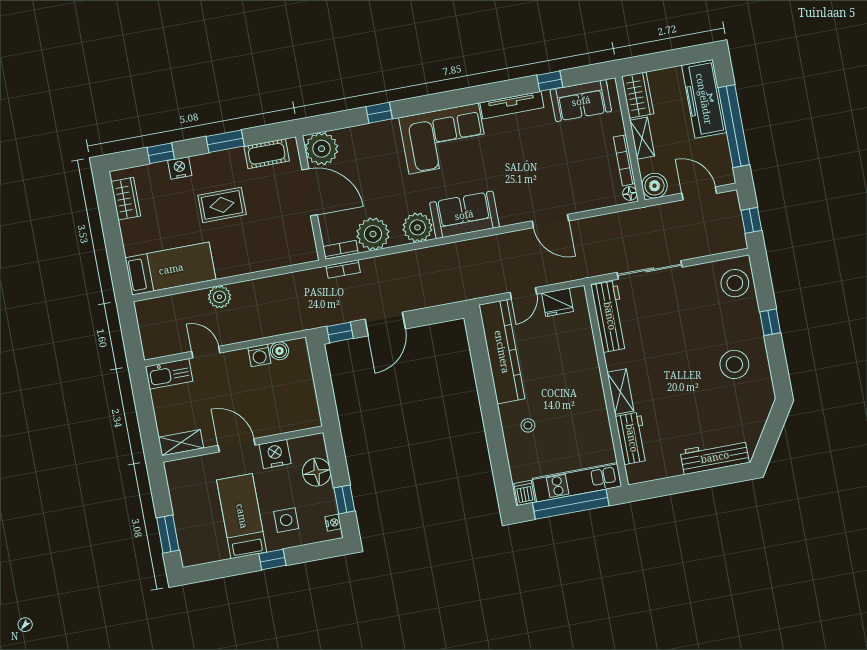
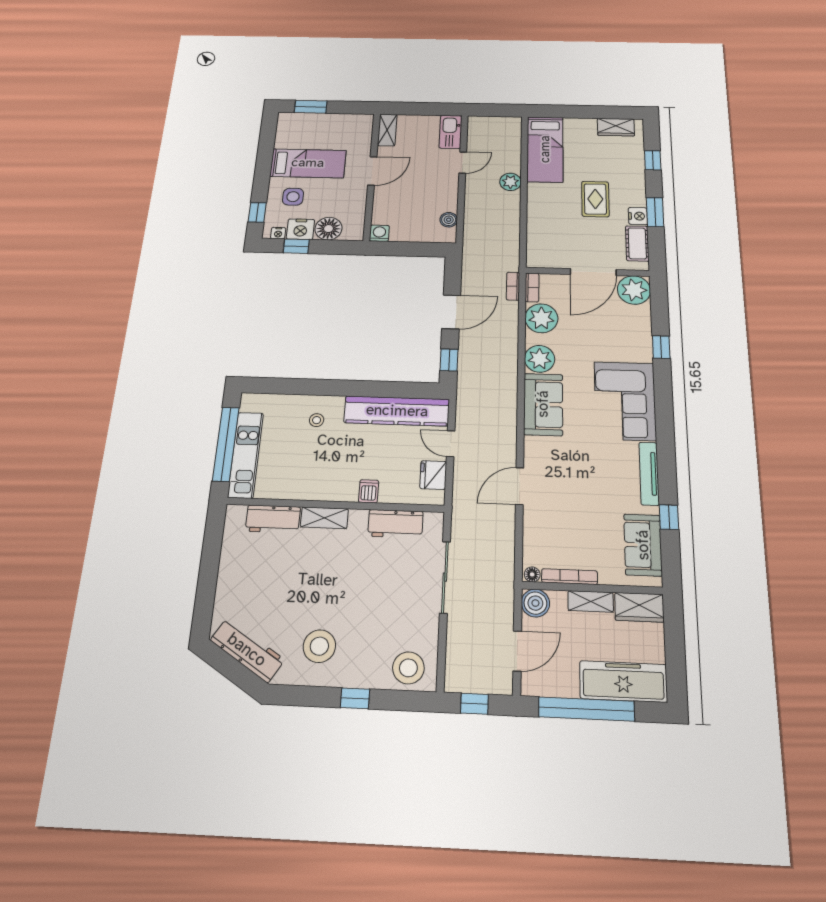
nightstand: (180, 168) -> (638, 216), moved
workbench: (610, 316) -> (395, 524), width x0.73
door: (385, 324) -> (451, 312), swing flipped
window: (340, 332) -> (449, 360), moved
washing machine: (259, 355) -> (379, 233), moved, turned 90
nightstand: (275, 454) -> (300, 229), moved, turned 90
workbench: (715, 457) -> (247, 650), moved, turned -58
dishwasher: (525, 493) -> (369, 491), moved, turned -90
window: (272, 560) -> (257, 212), moved

